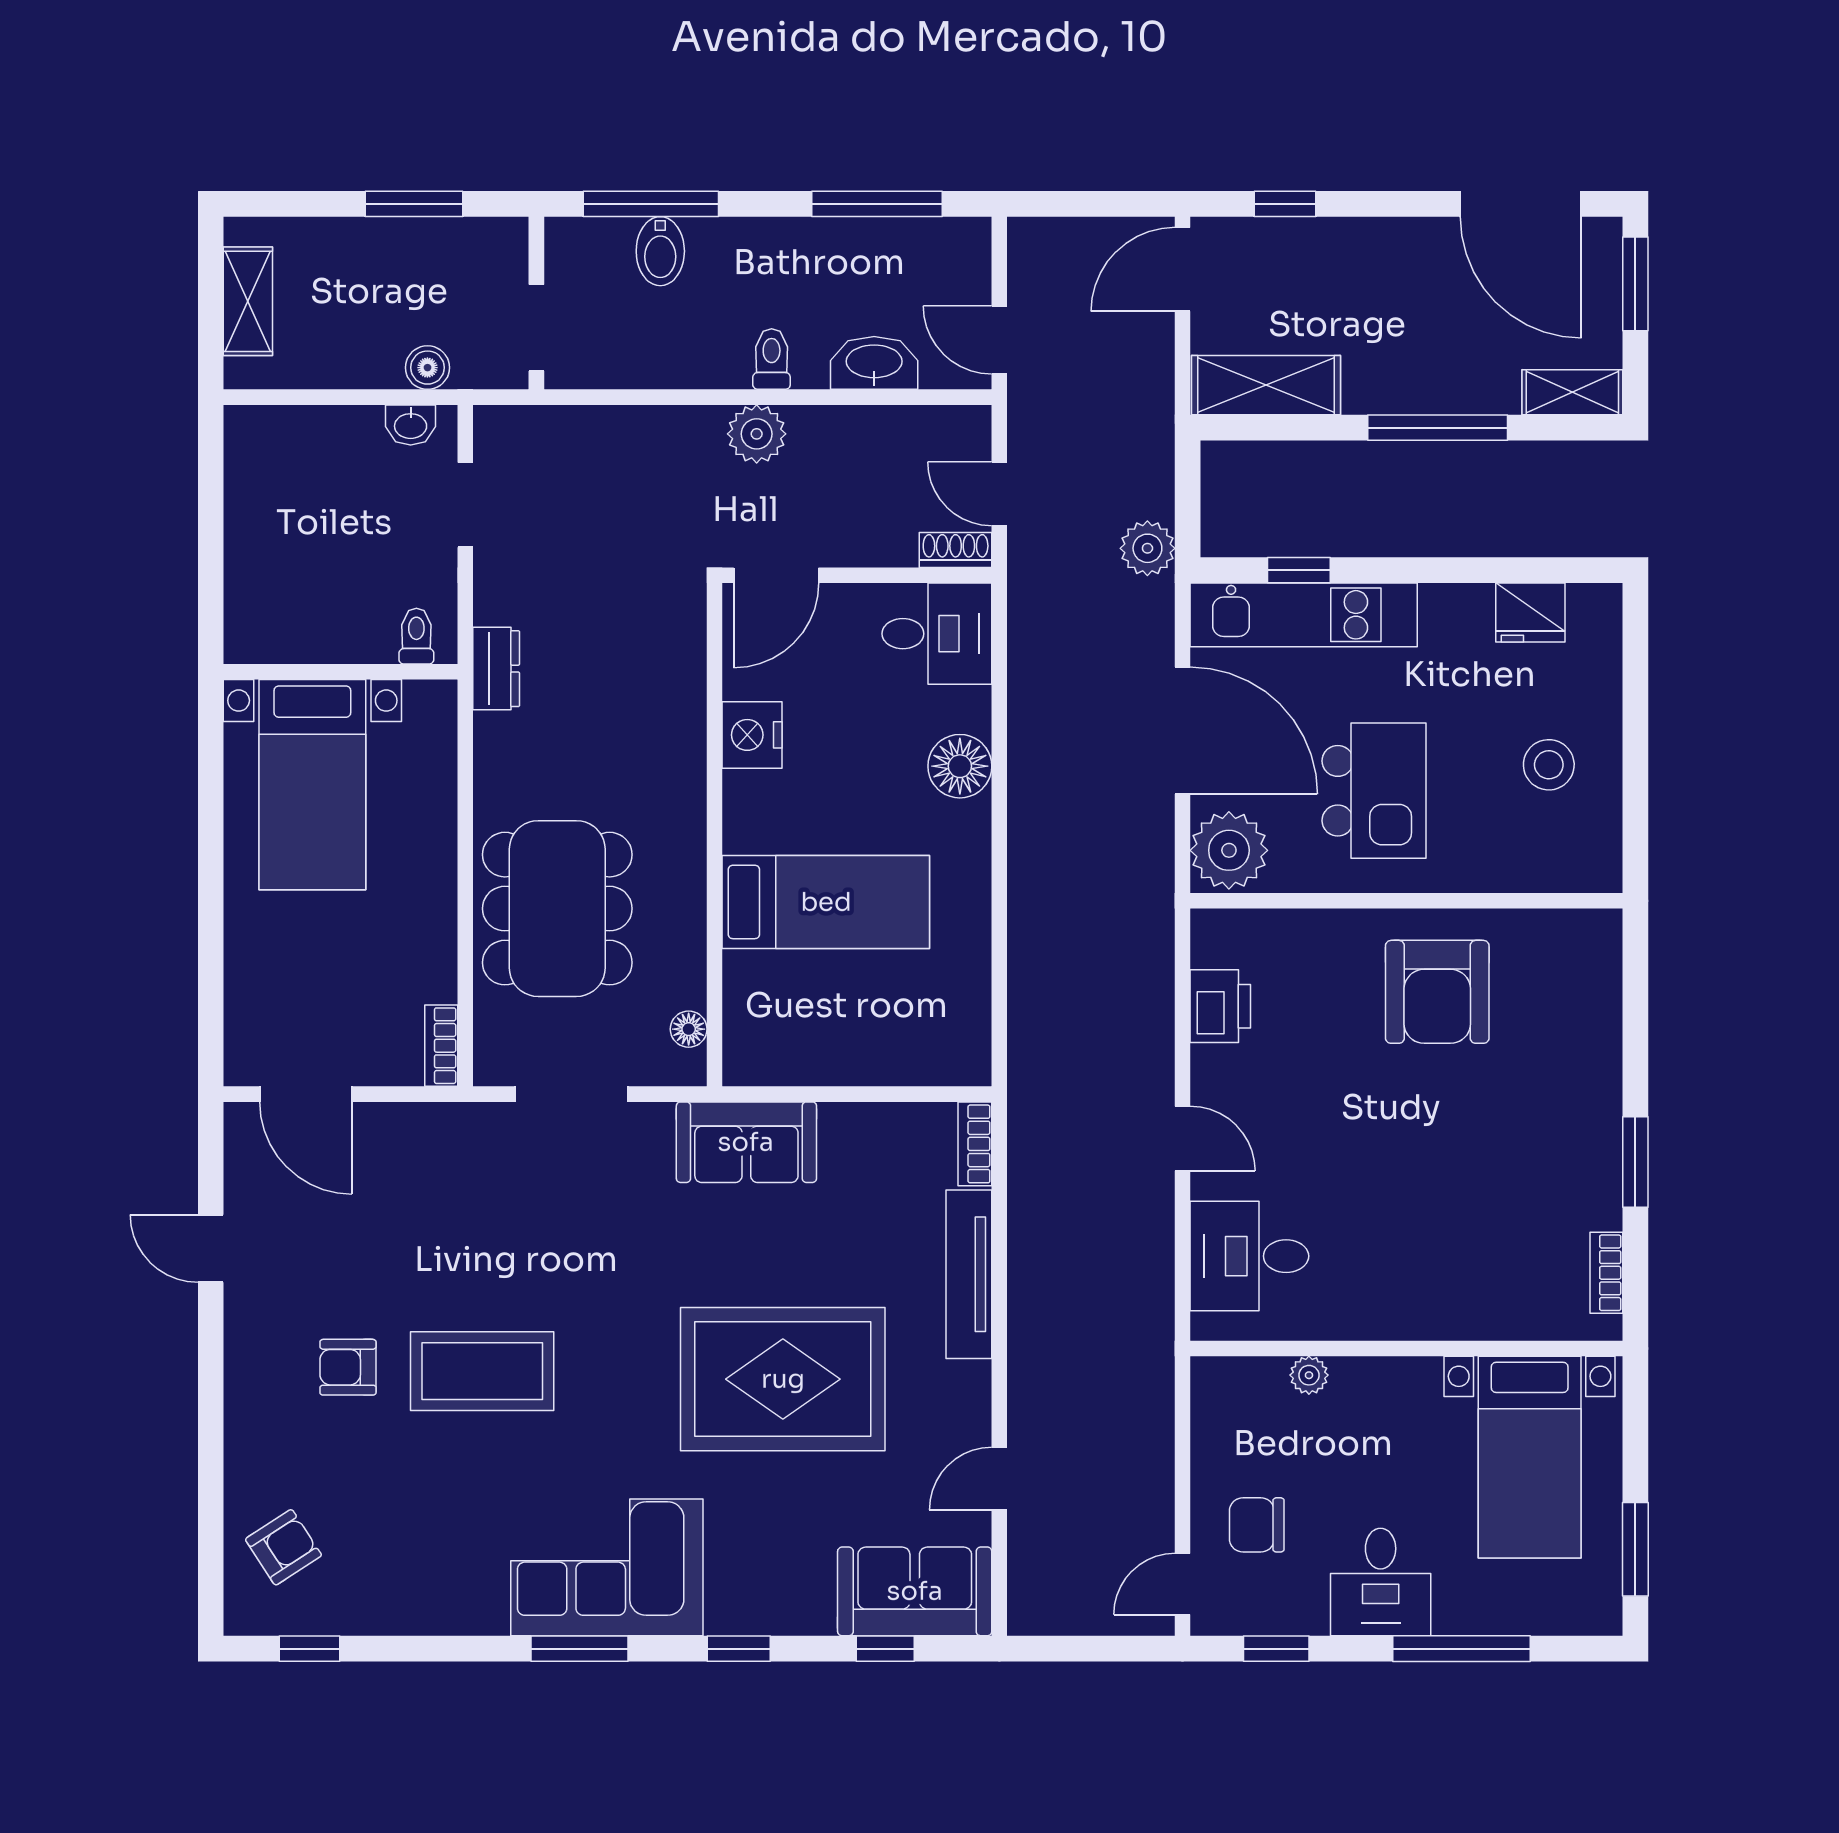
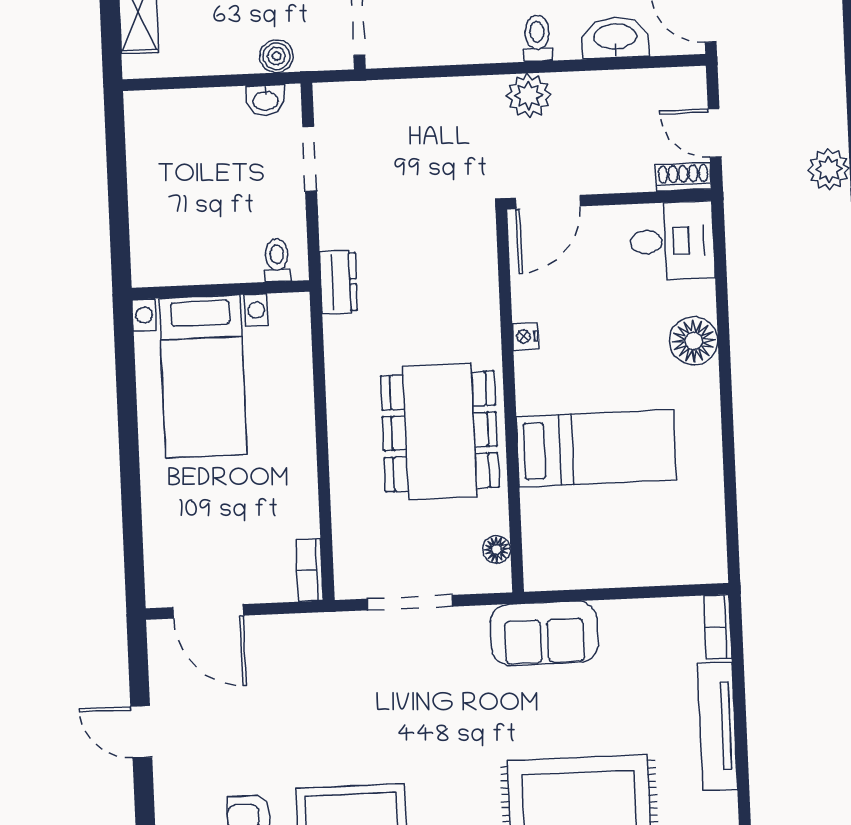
nightstand: (752, 735) -> (525, 336), width x0.53, depth x0.56
dining table: (557, 909) -> (440, 431), moved

